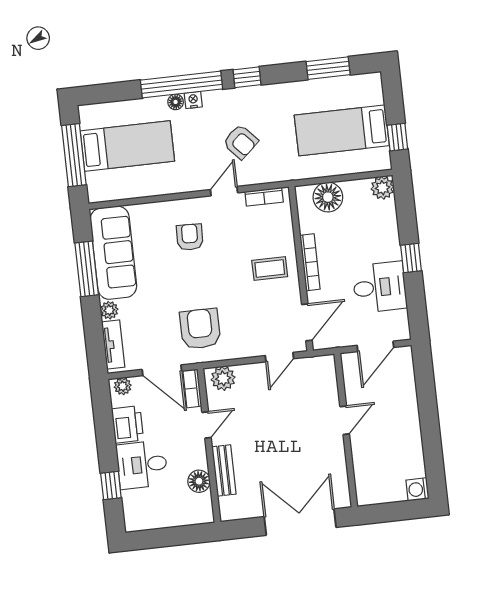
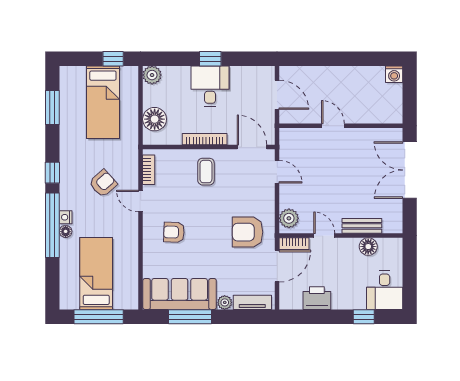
desk: (380, 287) -> (210, 86), moved
plant: (123, 386) -> (286, 299), removed
desk: (142, 465) -> (385, 290), moved

